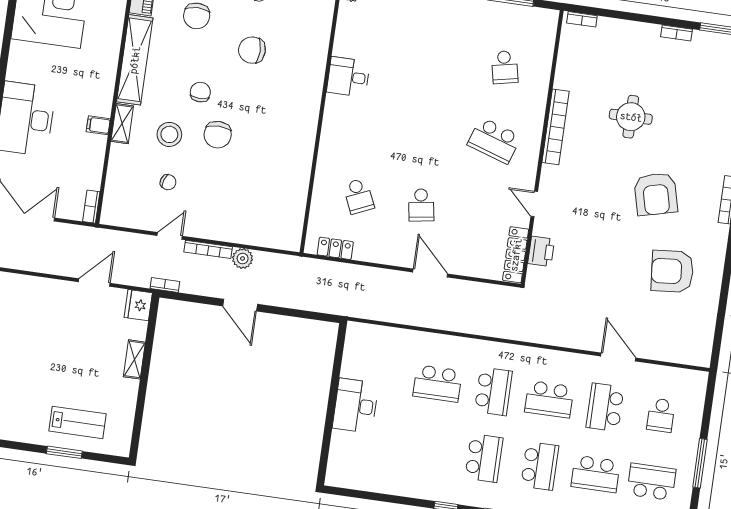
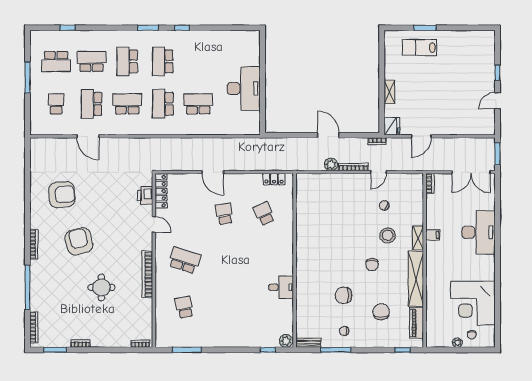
chair: (252, 50) -> (344, 295), turned 180
chair: (218, 135) -> (358, 240), removed
desk: (356, 406) -> (244, 89), width x1.36, depth x1.30
school desk: (605, 407) -> (92, 104), turned 180

